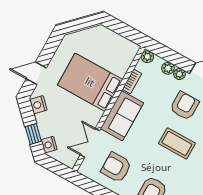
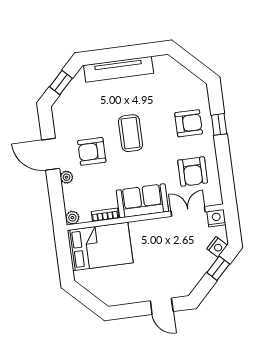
plant: (168, 68) -> (69, 191), removed
bed: (90, 82) -> (100, 246), moved, turned -90
nightstand: (38, 105) -> (216, 218), moved, turned -135
double door: (90, 143) -> (188, 211), swing flipped

